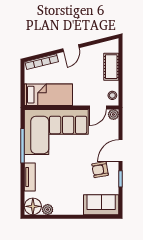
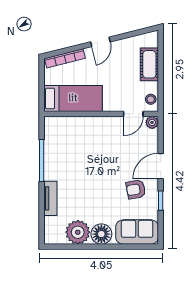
corner sofa: (56, 132) -> (83, 144), removed
floor lamp: (33, 206) -> (101, 234), moved
plant: (48, 210) -> (78, 232), width x1.88, depth x1.88

